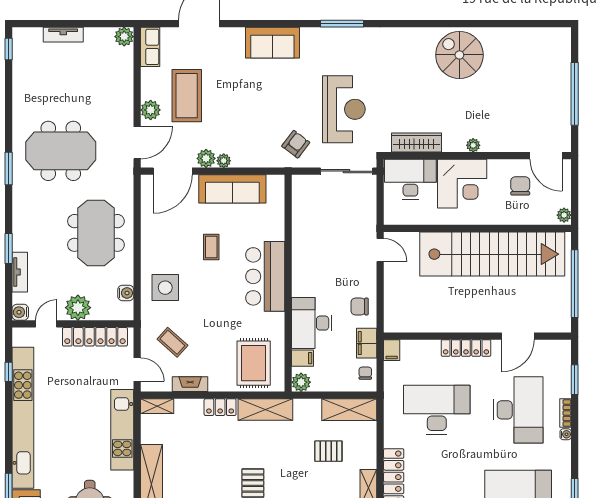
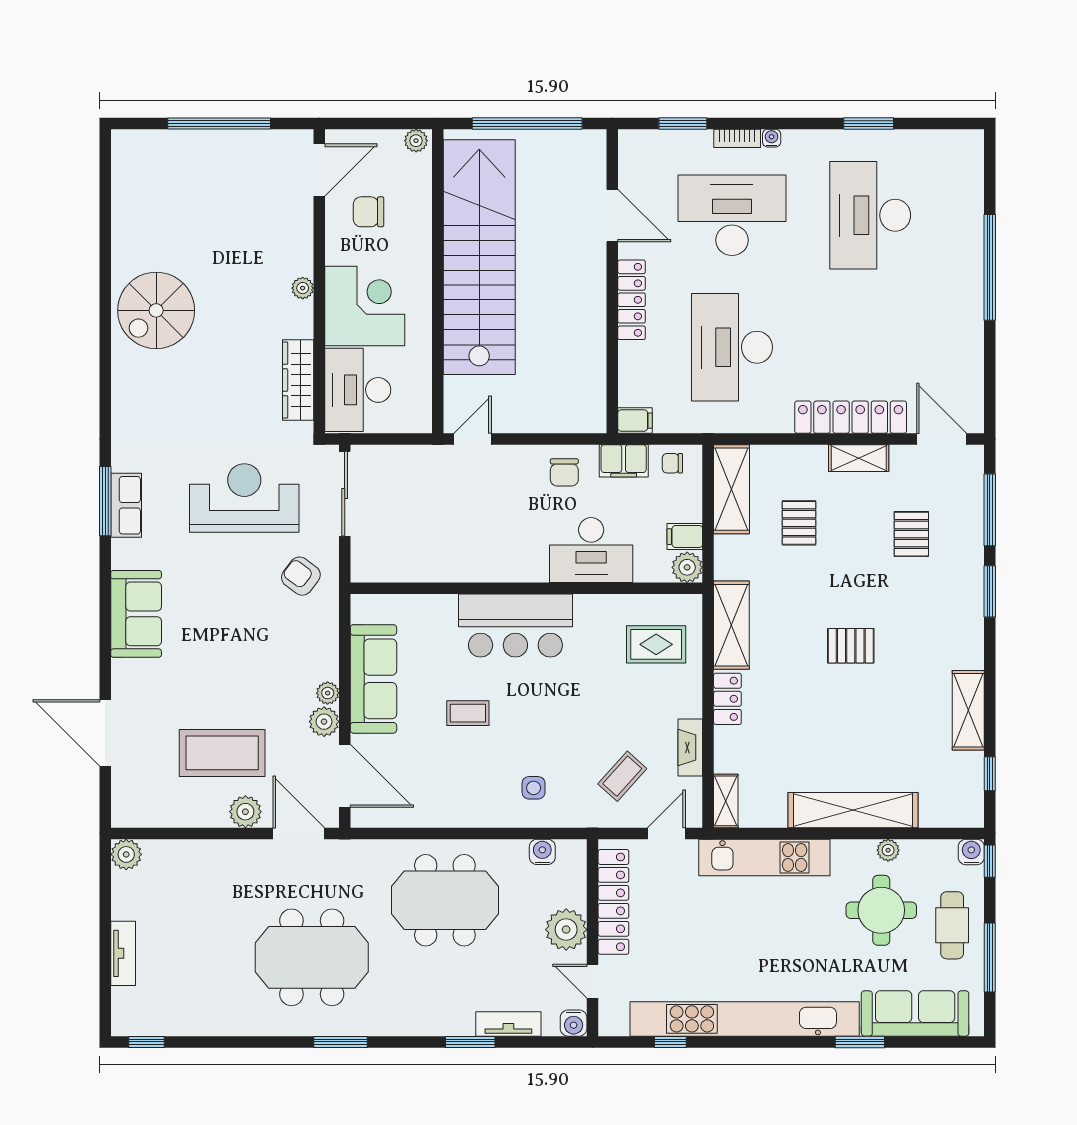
row of seats: (150, 47) -> (126, 505), moved, turned 90
meeting table: (61, 151) -> (312, 957), turned 90
side table: (165, 288) -> (534, 788), width x0.54, depth x0.54
filing cabinet: (303, 358) -> (685, 537), moved, turned -90
rug: (254, 363) -> (656, 644), width x0.73, depth x0.70

